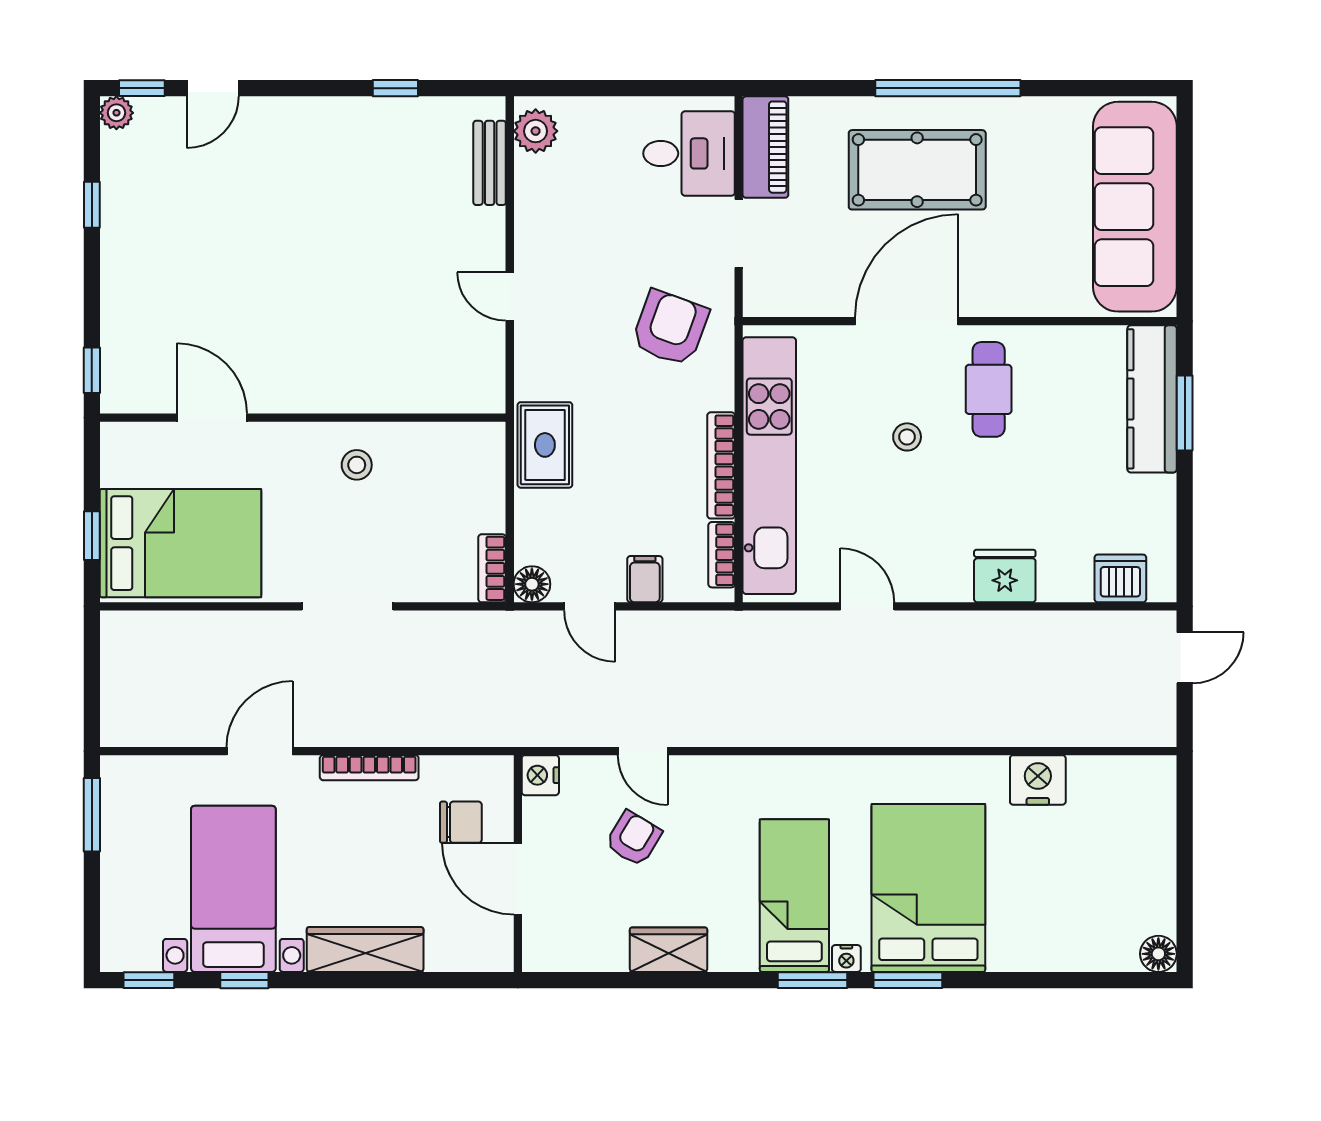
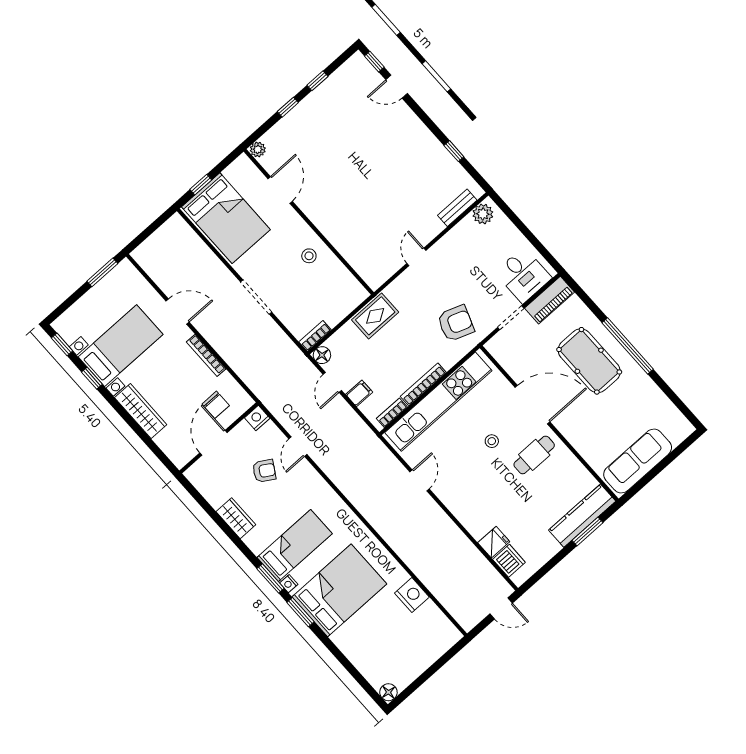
plant: (116, 113) -> (258, 149), moved
sofa: (1135, 207) -> (638, 461), width x0.74, depth x0.79
window: (92, 370) -> (288, 107), moved
fridge: (1005, 576) -> (494, 542), moved, width x0.72

